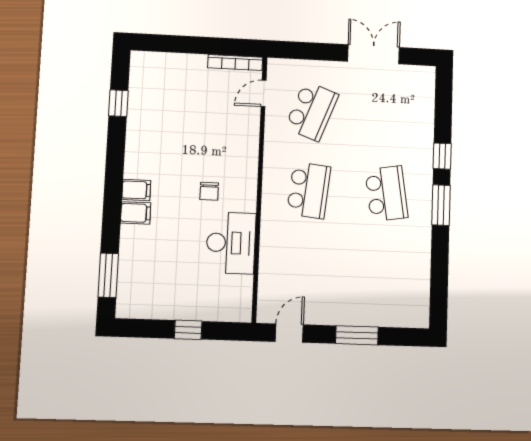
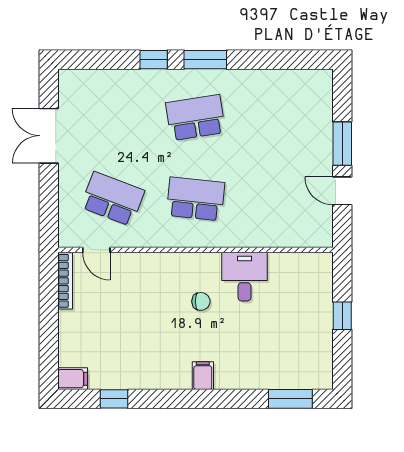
filing cabinet: (136, 213) -> (73, 379), moved, turned 90
desk: (231, 243) -> (244, 277), width x0.73
door: (289, 333) -> (342, 191), moved

